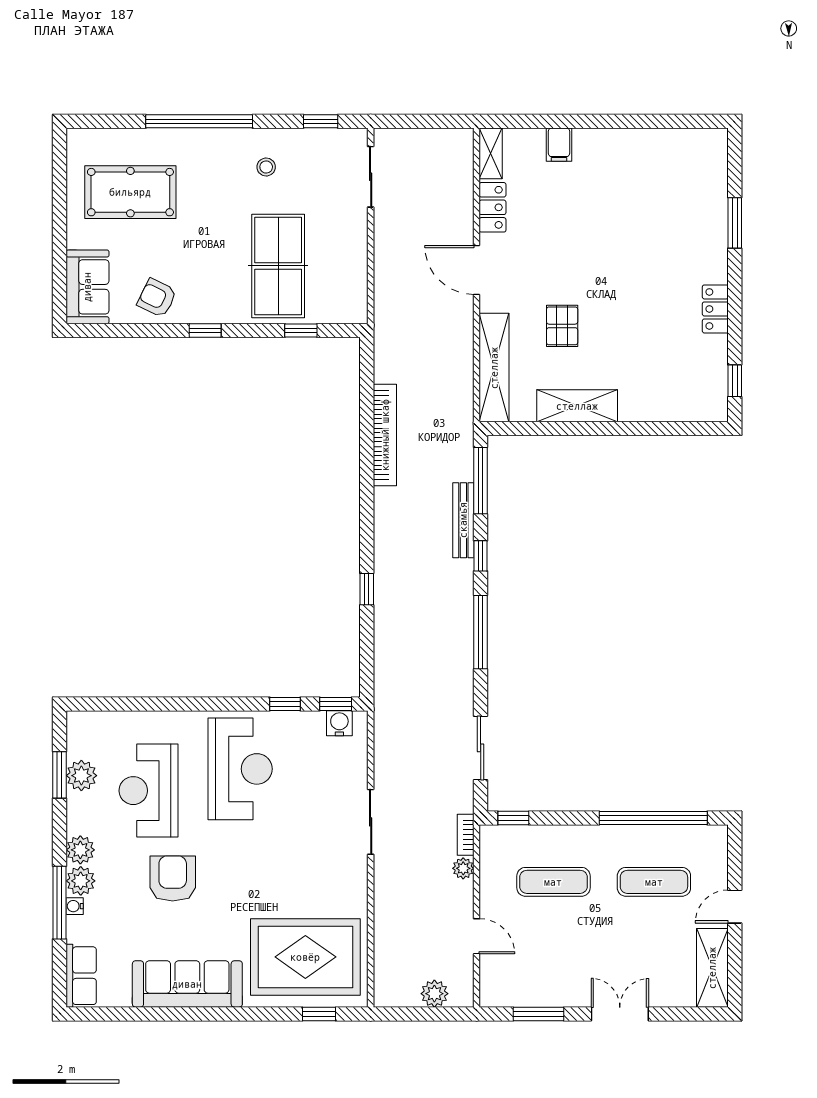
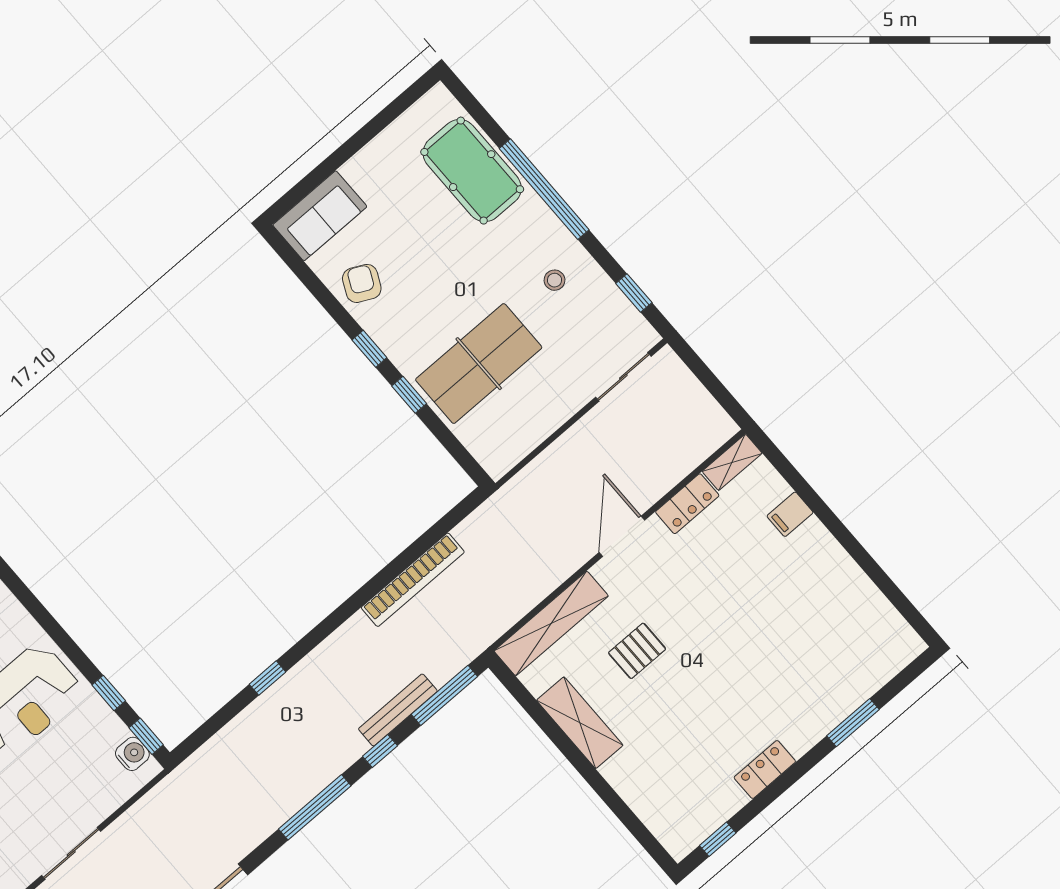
pool table: (130, 192) -> (472, 171), moved
window: (301, 331) -> (409, 395), moved

